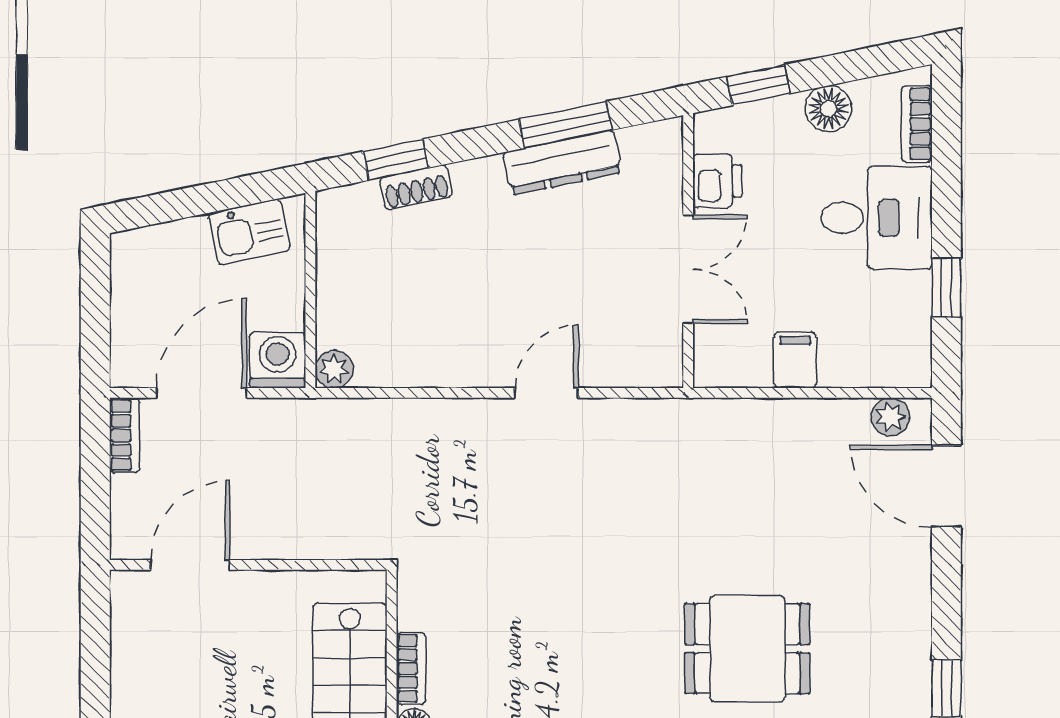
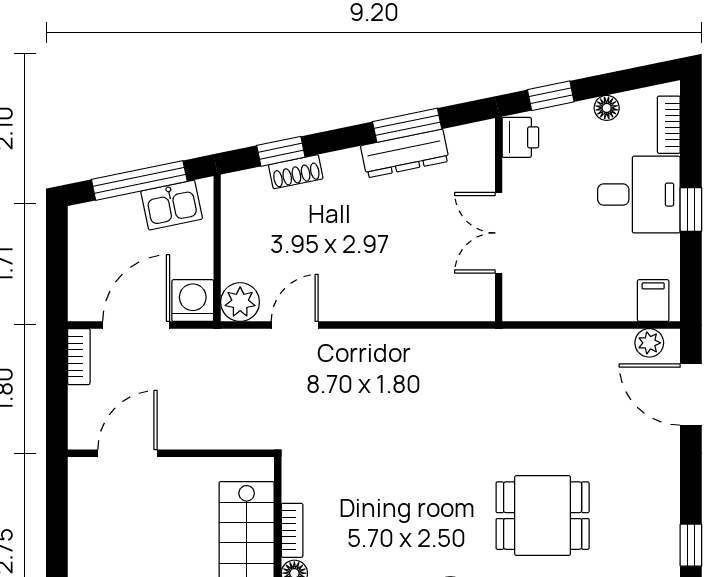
floor lamp: (828, 109) -> (607, 108), width x0.73, depth x0.73
printer: (717, 181) -> (520, 137), moved
window: (206, 199) -> (139, 180), added
double door: (688, 269) -> (499, 233), swing flipped
window: (946, 288) -> (691, 210), moved
filing cabinet: (795, 360) -> (653, 301), moved
plant: (334, 369) -> (240, 302), width x1.38, depth x1.38
door: (547, 393) -> (295, 325), moved

